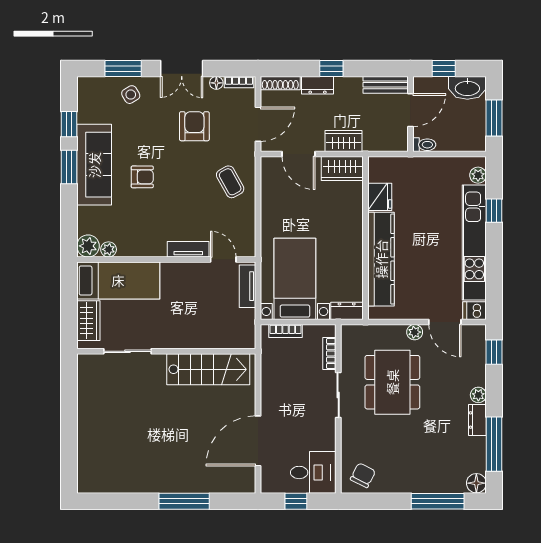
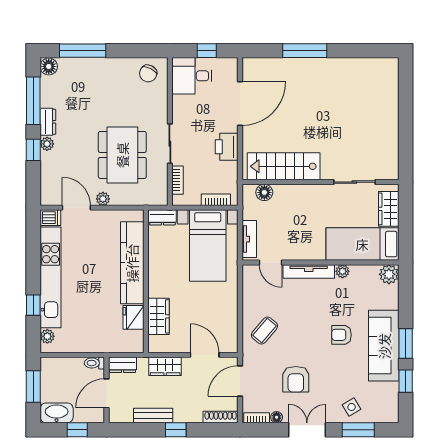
dresser: (318, 85) -> (122, 365), moved, turned 180
bench: (385, 85) -> (153, 415), moved
wardrobe: (342, 168) -> (158, 316), moved, turned 90
coffee table: (230, 182) -> (264, 331), turned 69
plant: (109, 249) -> (342, 271), moved
tv unit: (188, 249) -> (309, 271), width x1.41
floor lamp: (230, 339) -> (264, 192), added
window: (494, 352) -> (33, 150), moved
printer: (273, 392) -> (227, 147), added

